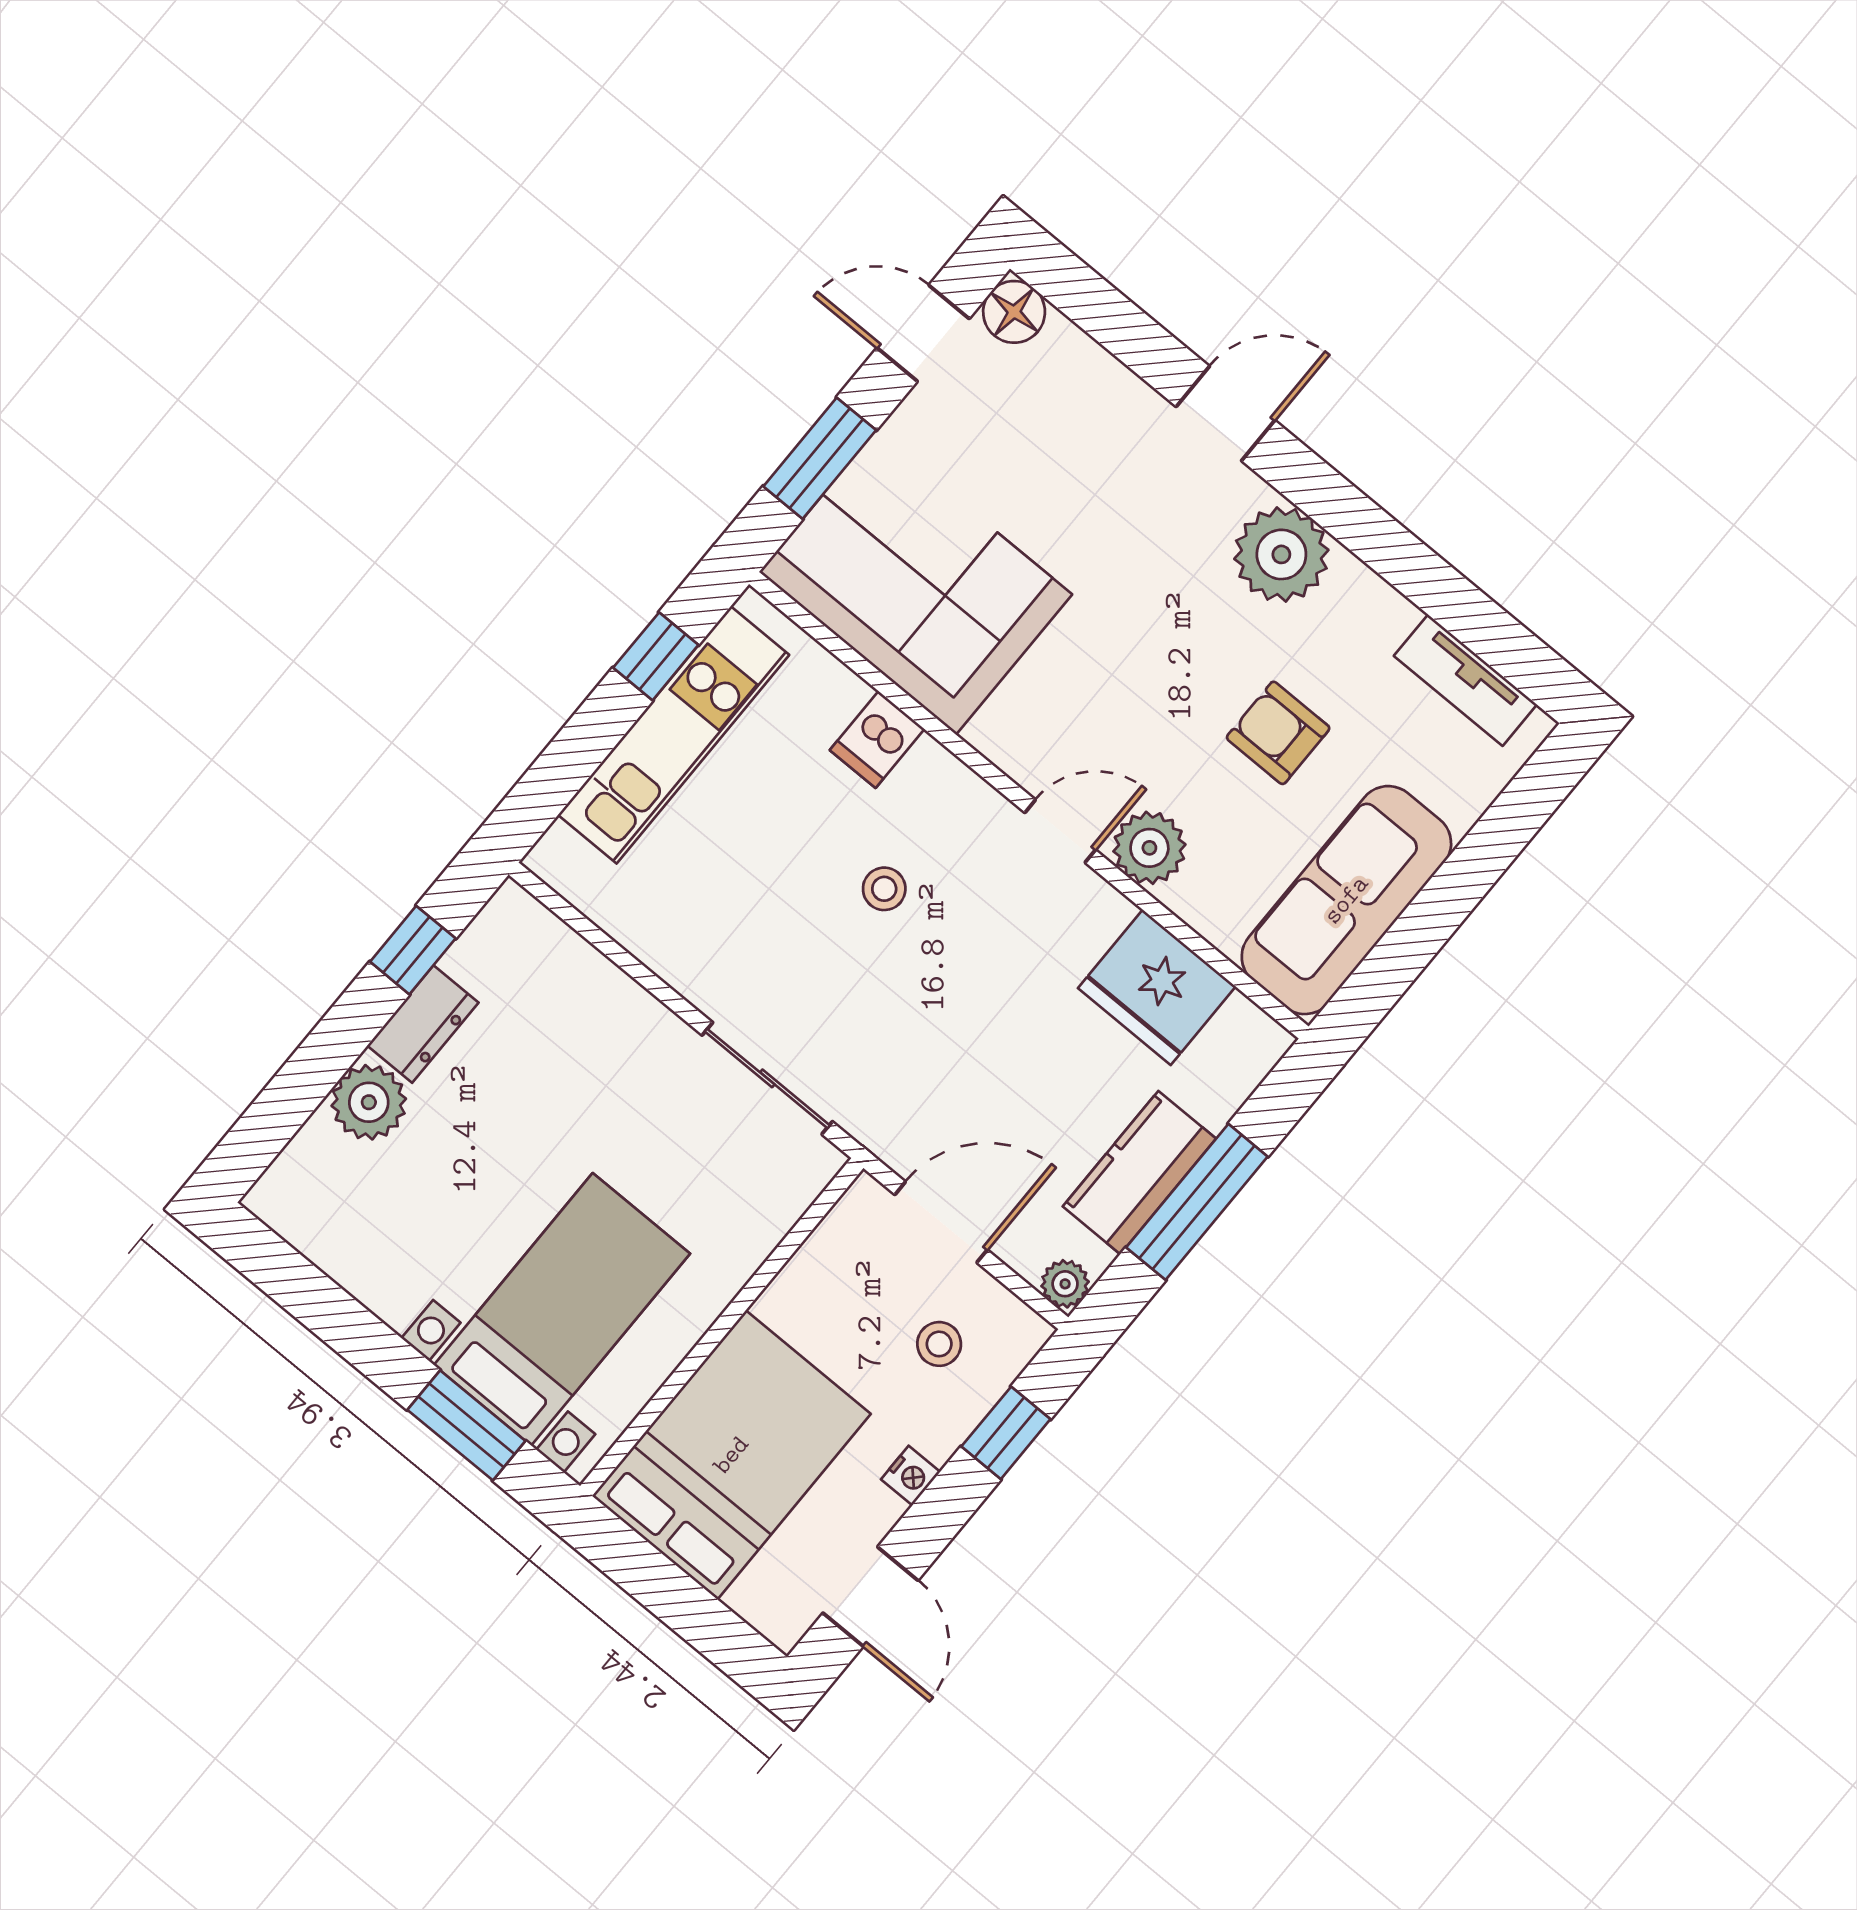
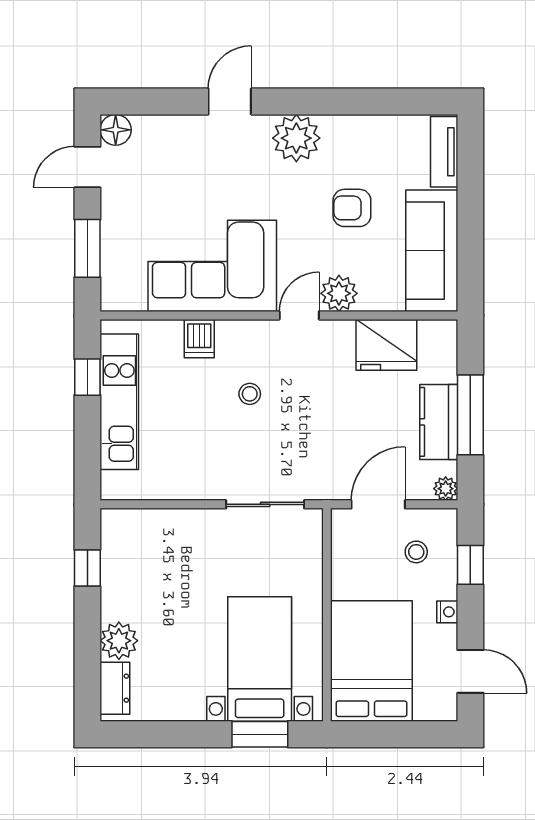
corner sofa: (916, 583) -> (212, 266), moved
tv unit: (1465, 680) -> (444, 152), moved, turned 90
dresser: (423, 1024) -> (115, 688), moved

